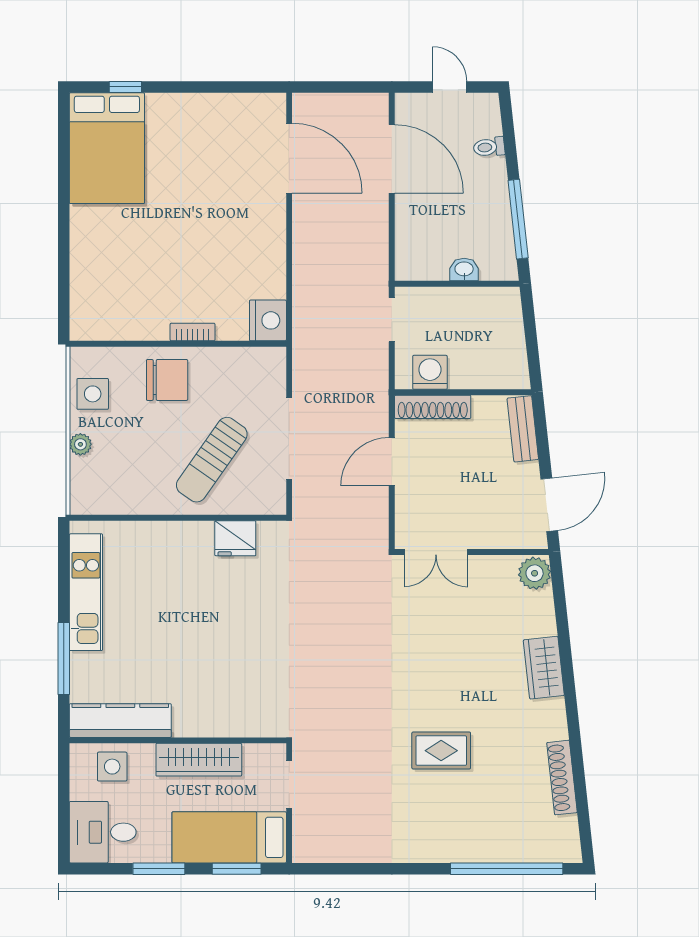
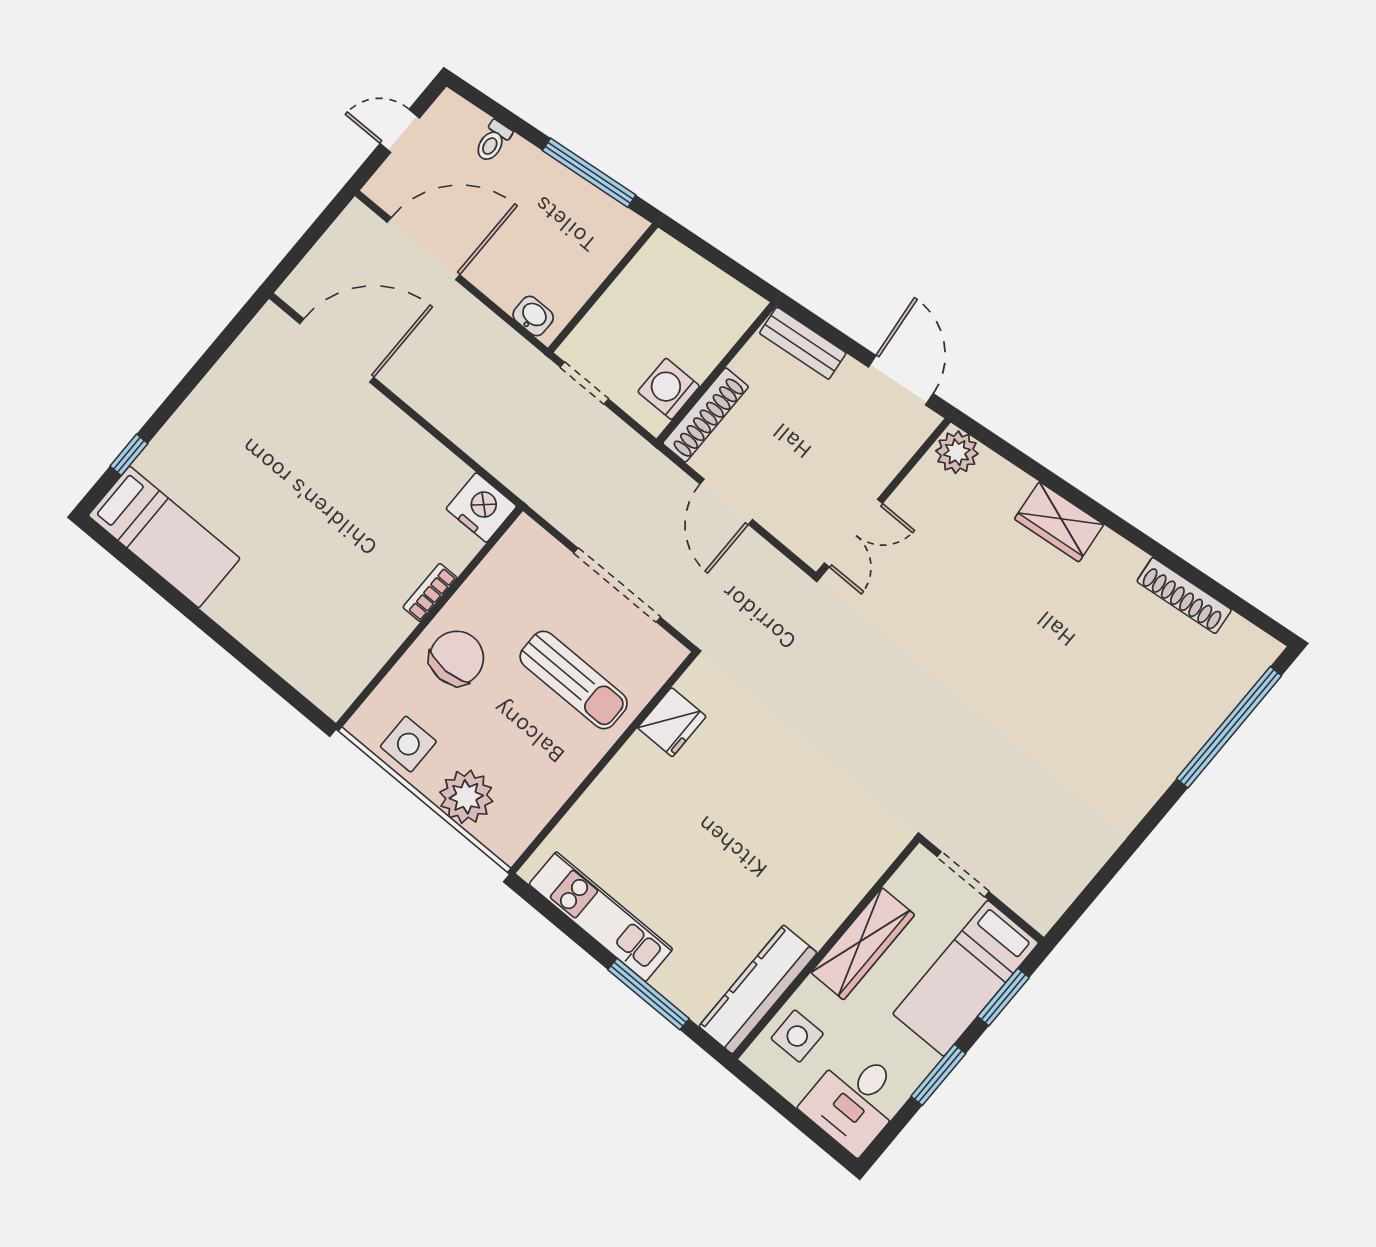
bed: (107, 148) -> (164, 537), width x0.67
washbasin: (464, 270) -> (533, 316), moved, turned 90
plant: (80, 444) -> (466, 797), width x1.87, depth x1.87
sun lounger: (212, 460) -> (574, 680), turned -35
rug: (441, 751) -> (1056, 694), removed

